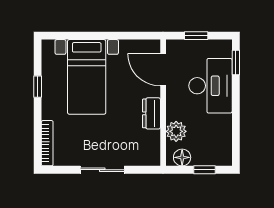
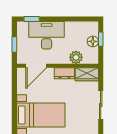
wardrobe: (150, 148) -> (87, 74), added
floor lamp: (182, 157) -> (93, 41), moved

